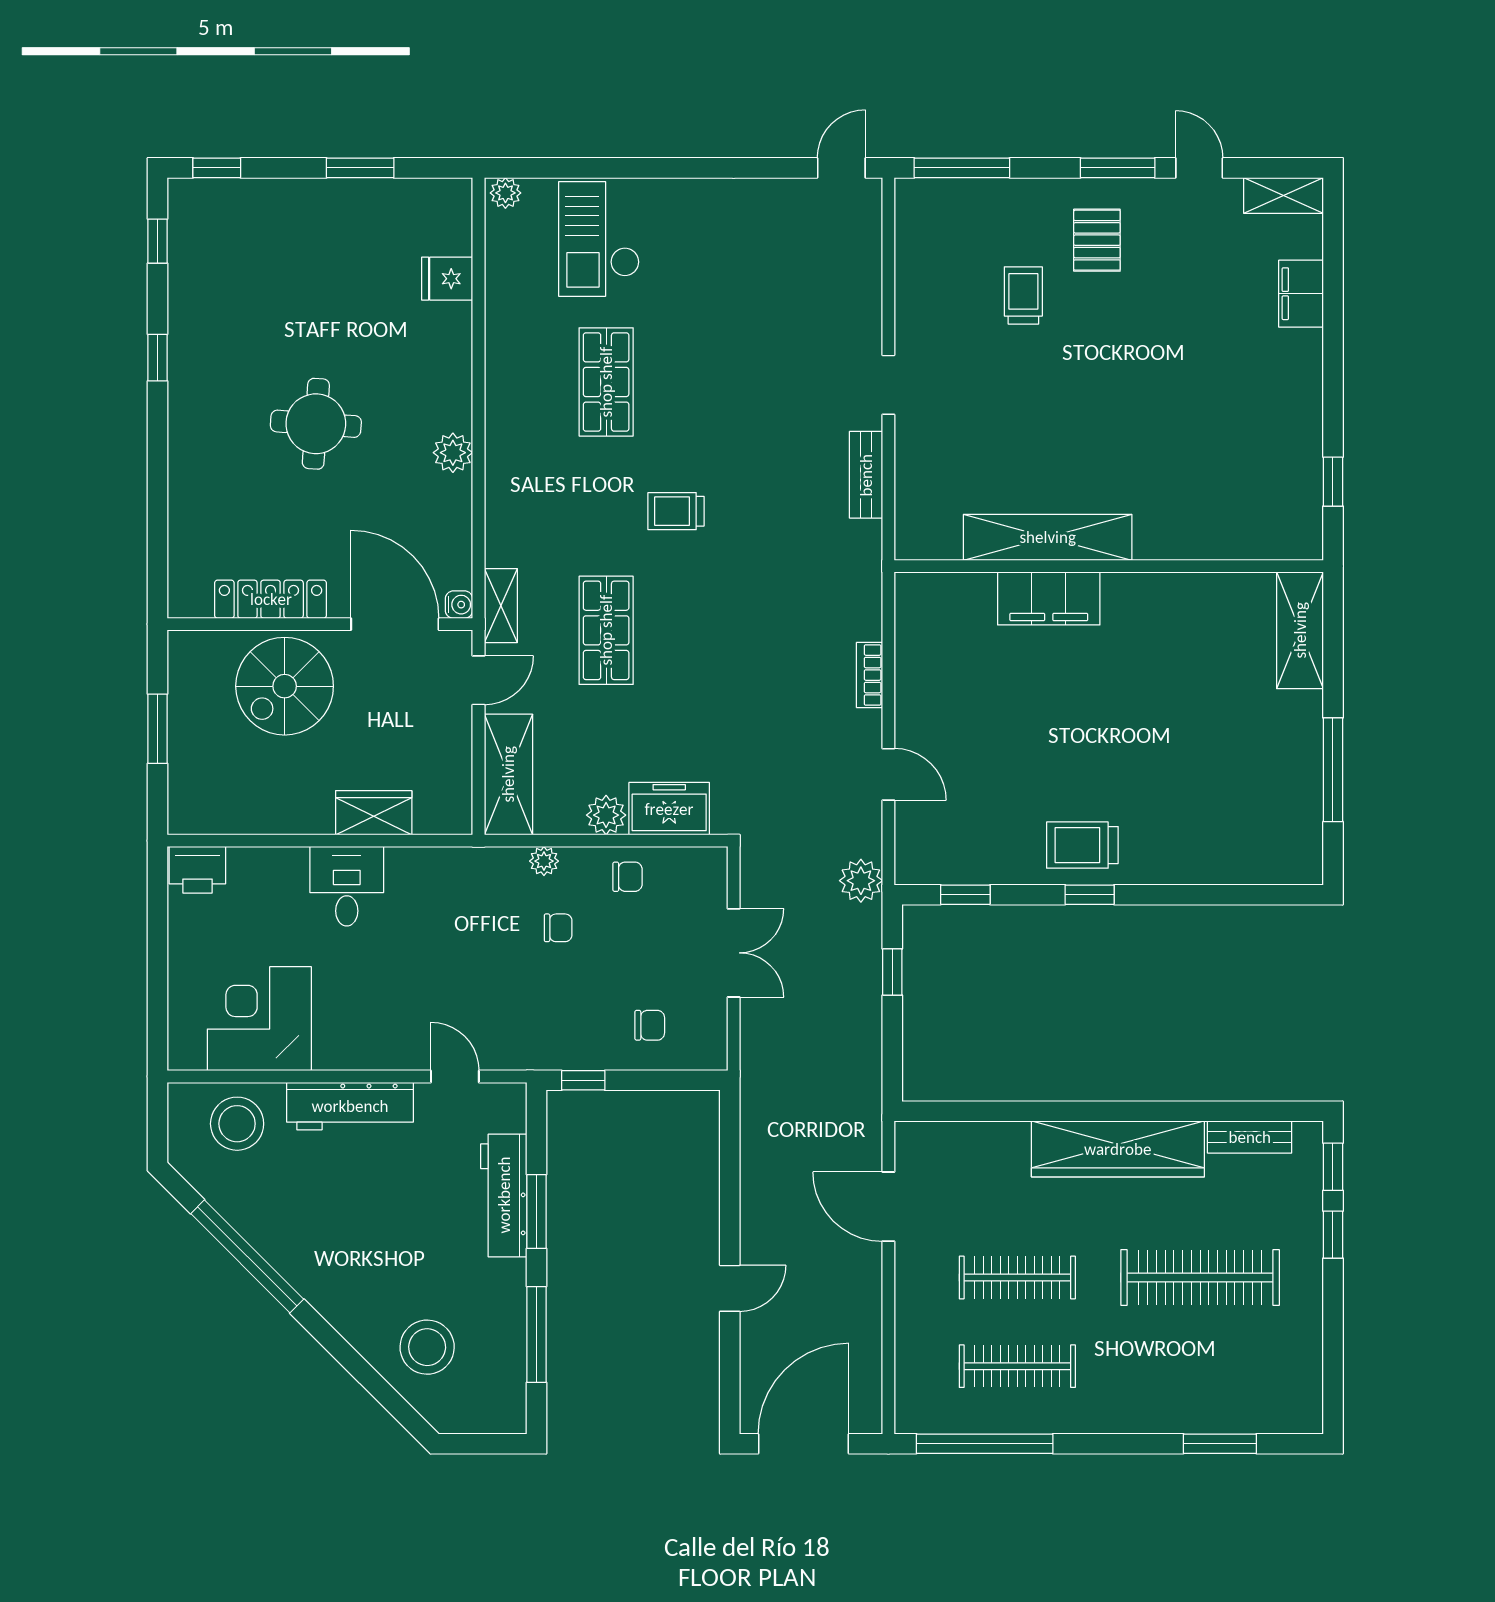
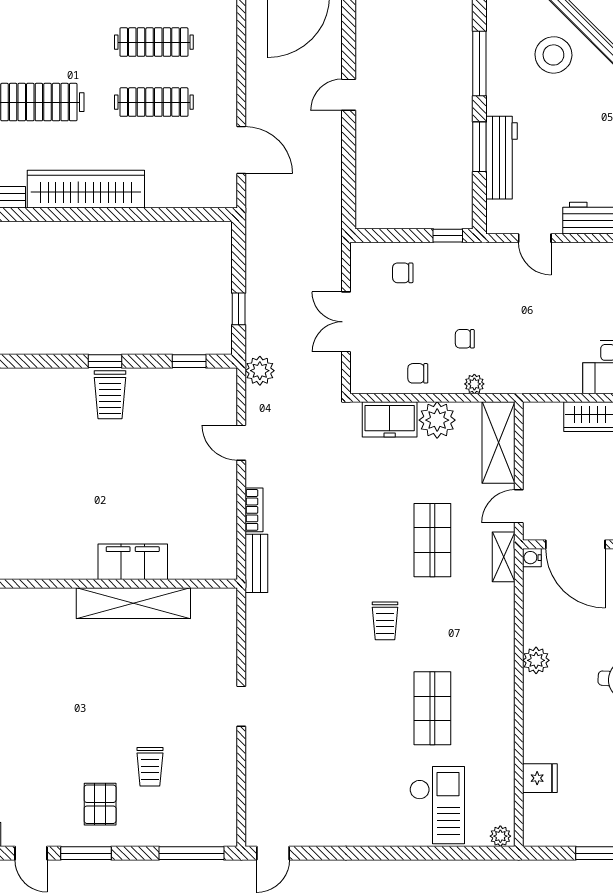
bench: (866, 475) -> (256, 563), moved
trolley: (676, 511) -> (385, 621), turned 90
plant: (606, 815) -> (437, 420), width x1.36, depth x1.36
trolley: (1082, 845) -> (110, 395), turned 90

